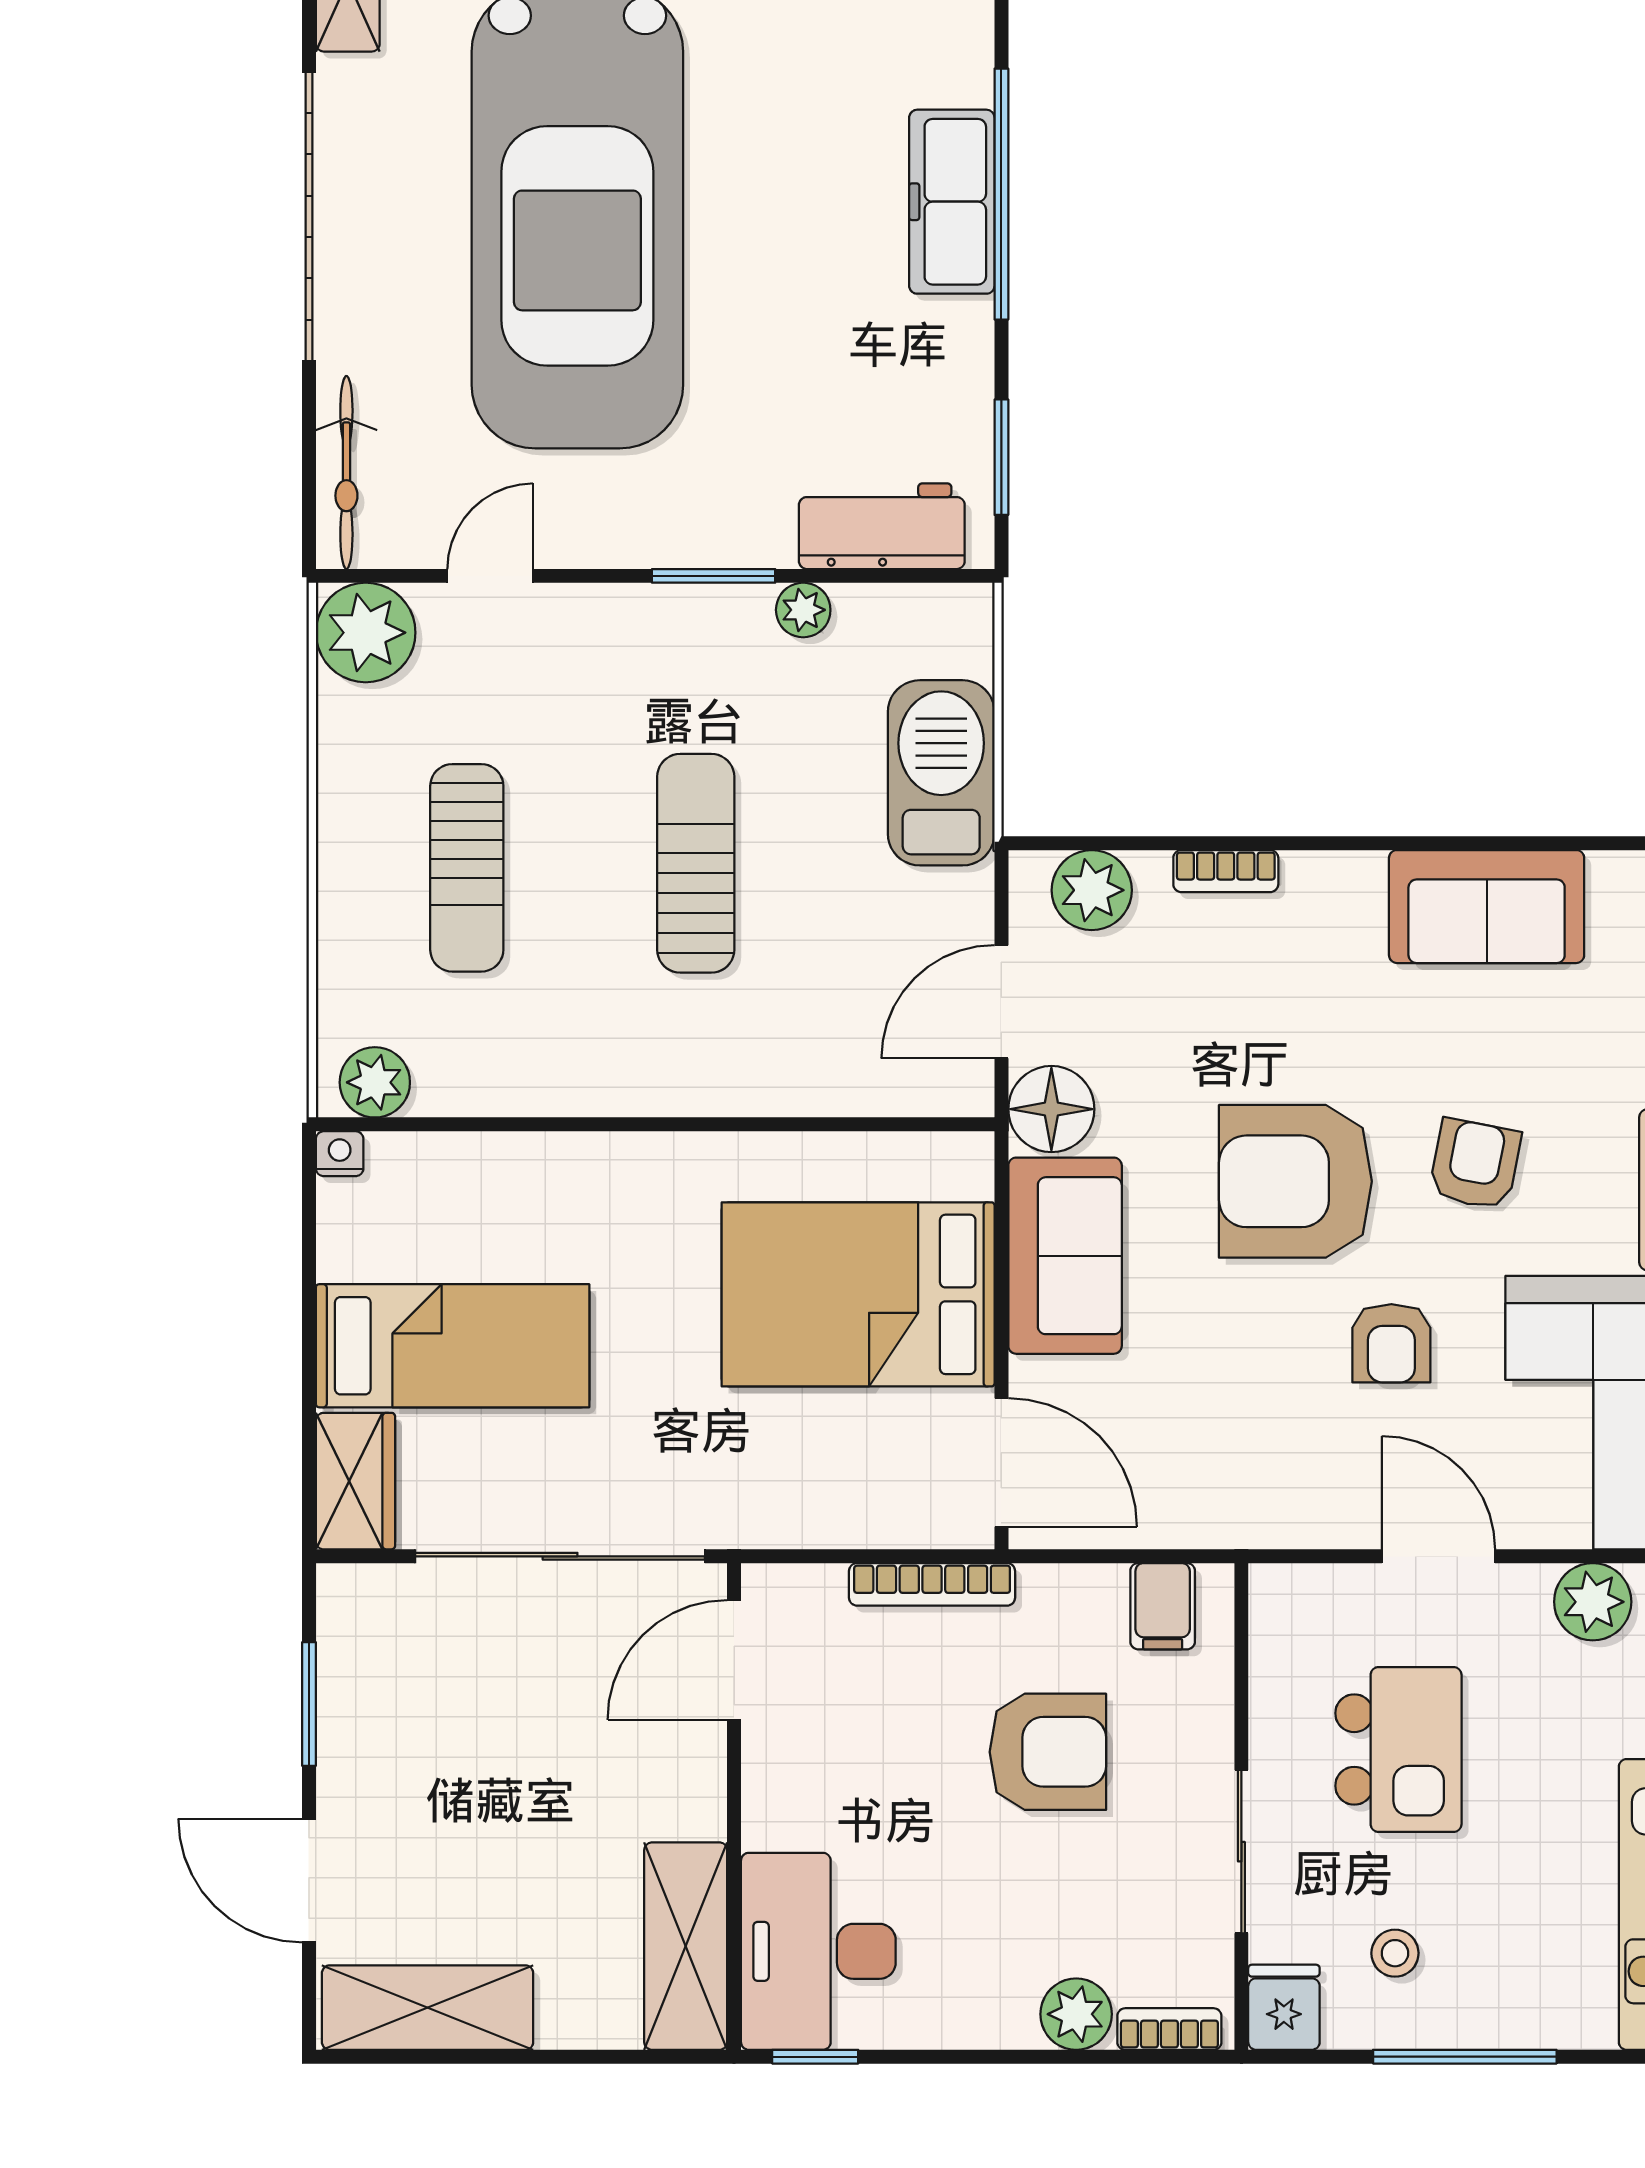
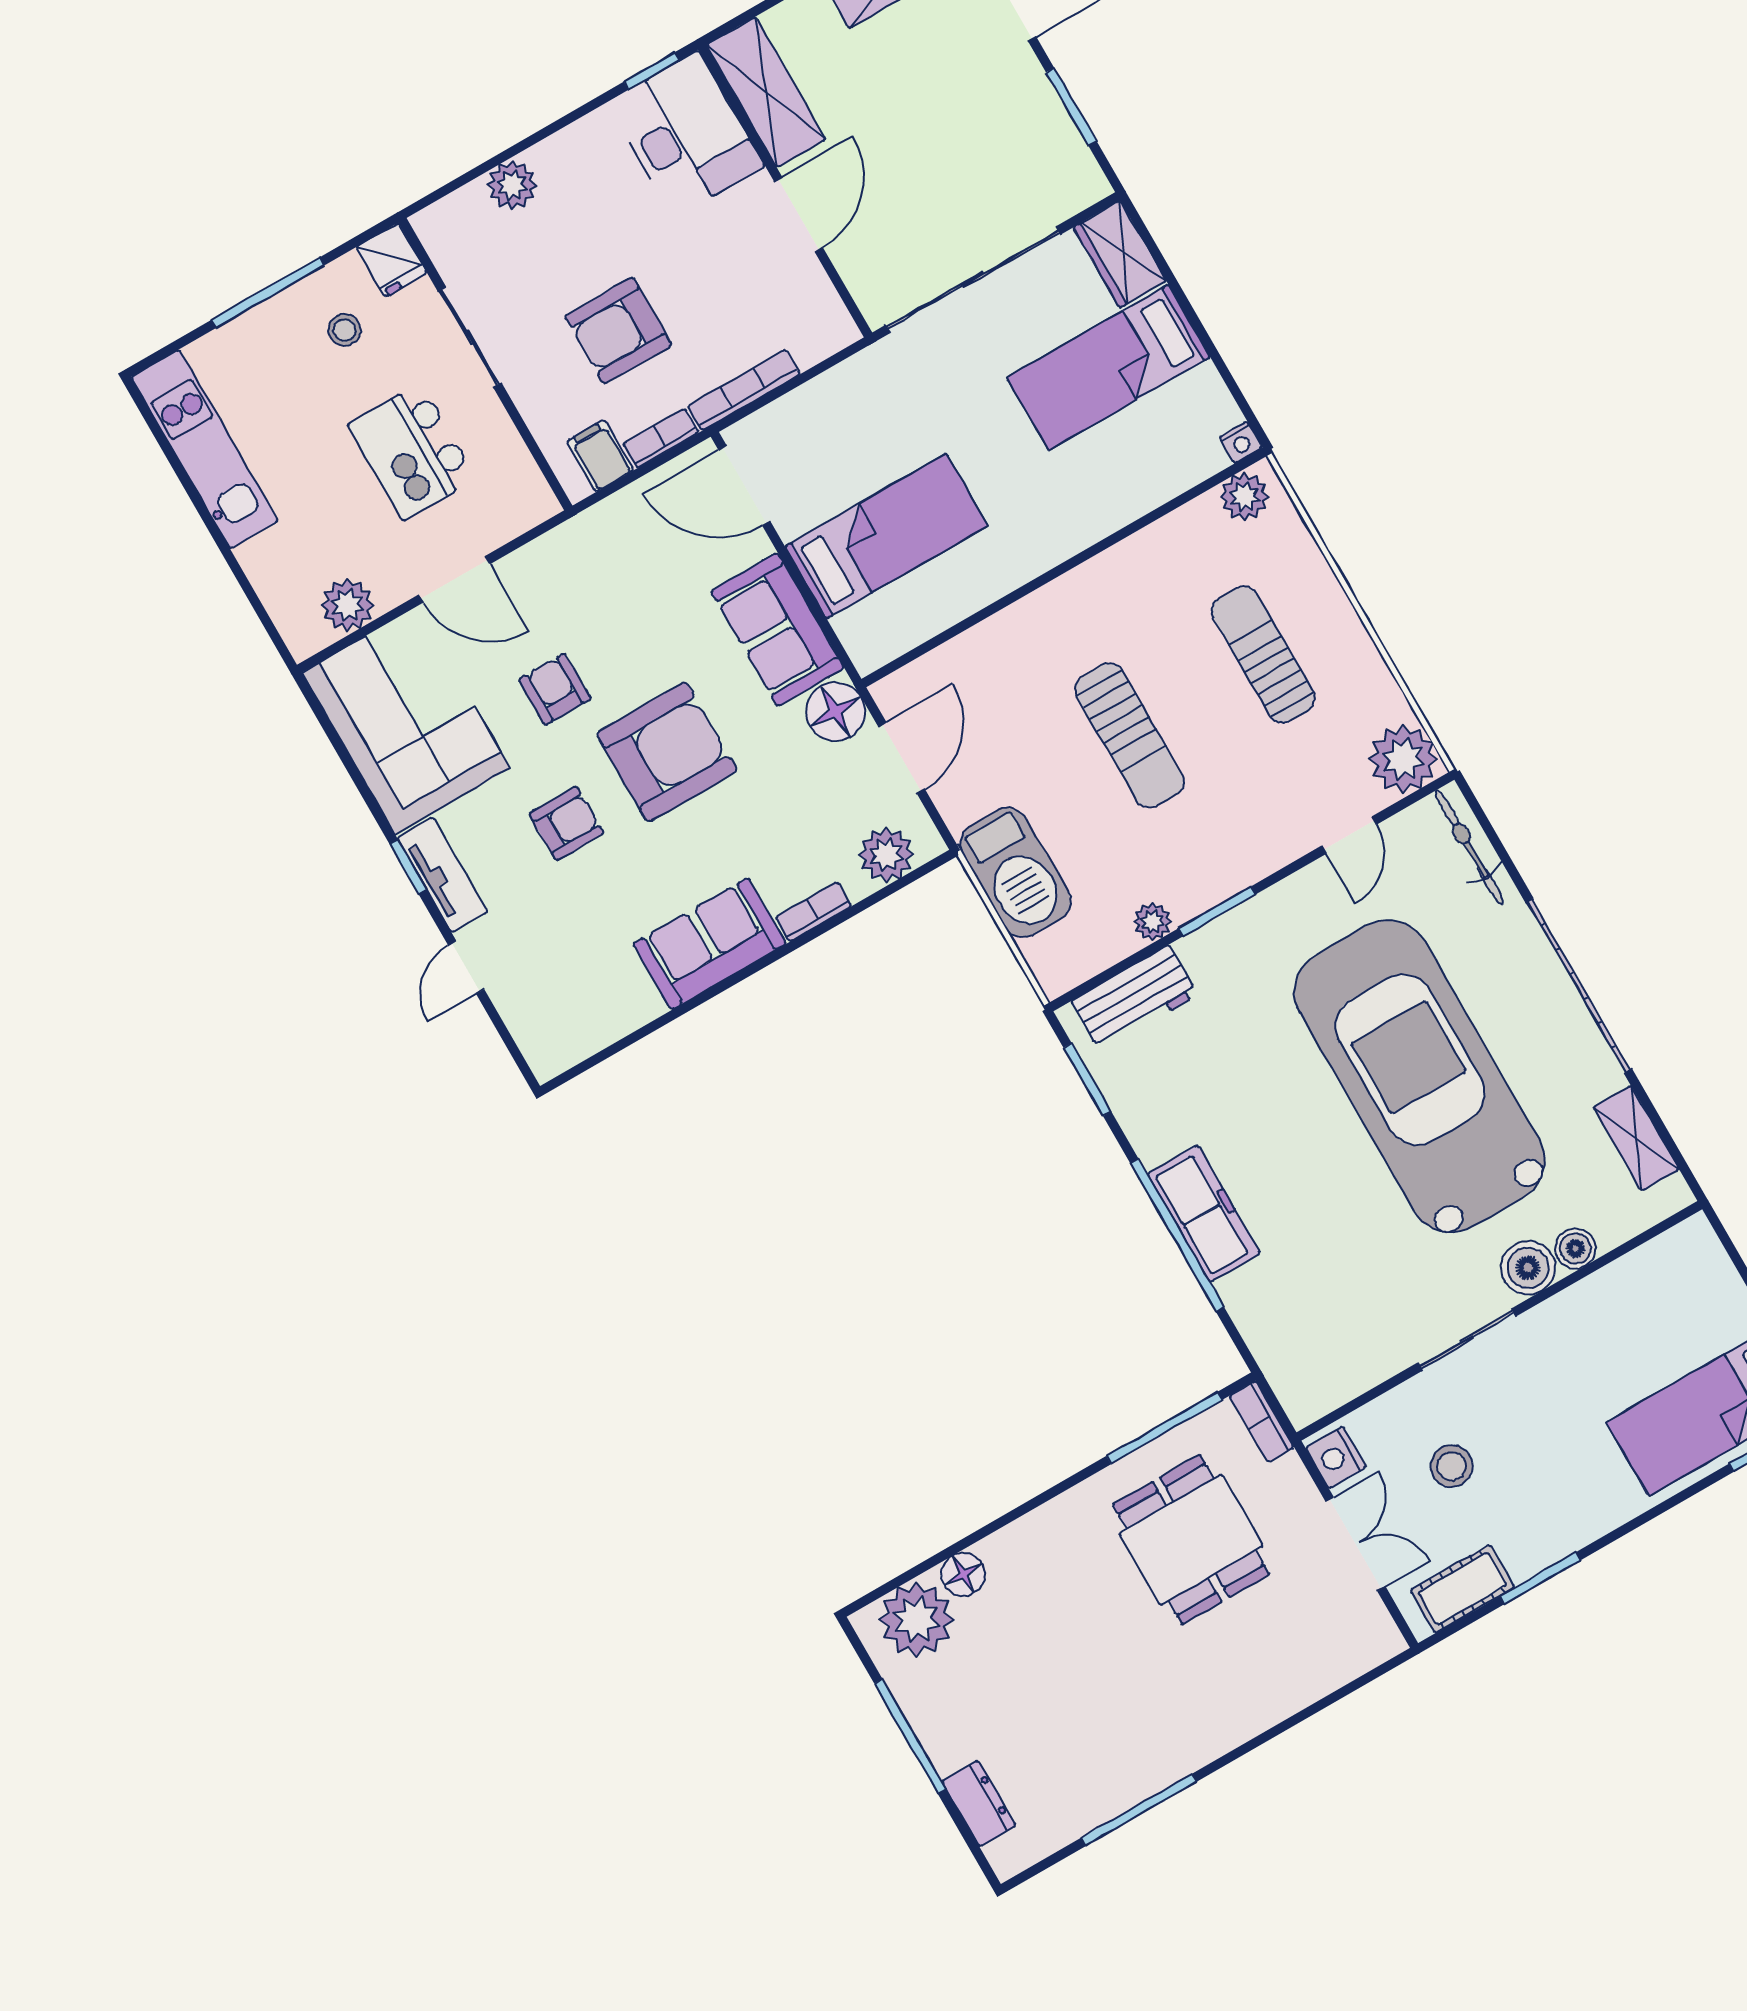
sofa: (1487, 907) -> (710, 944), moved
armchair: (1475, 1164) -> (566, 823), turned -101
bed: (858, 1294) -> (886, 536), width x0.67
door: (734, 1660) -> (799, 214), moved
bookcase: (1169, 2029) -> (661, 438), moved, turned 180

